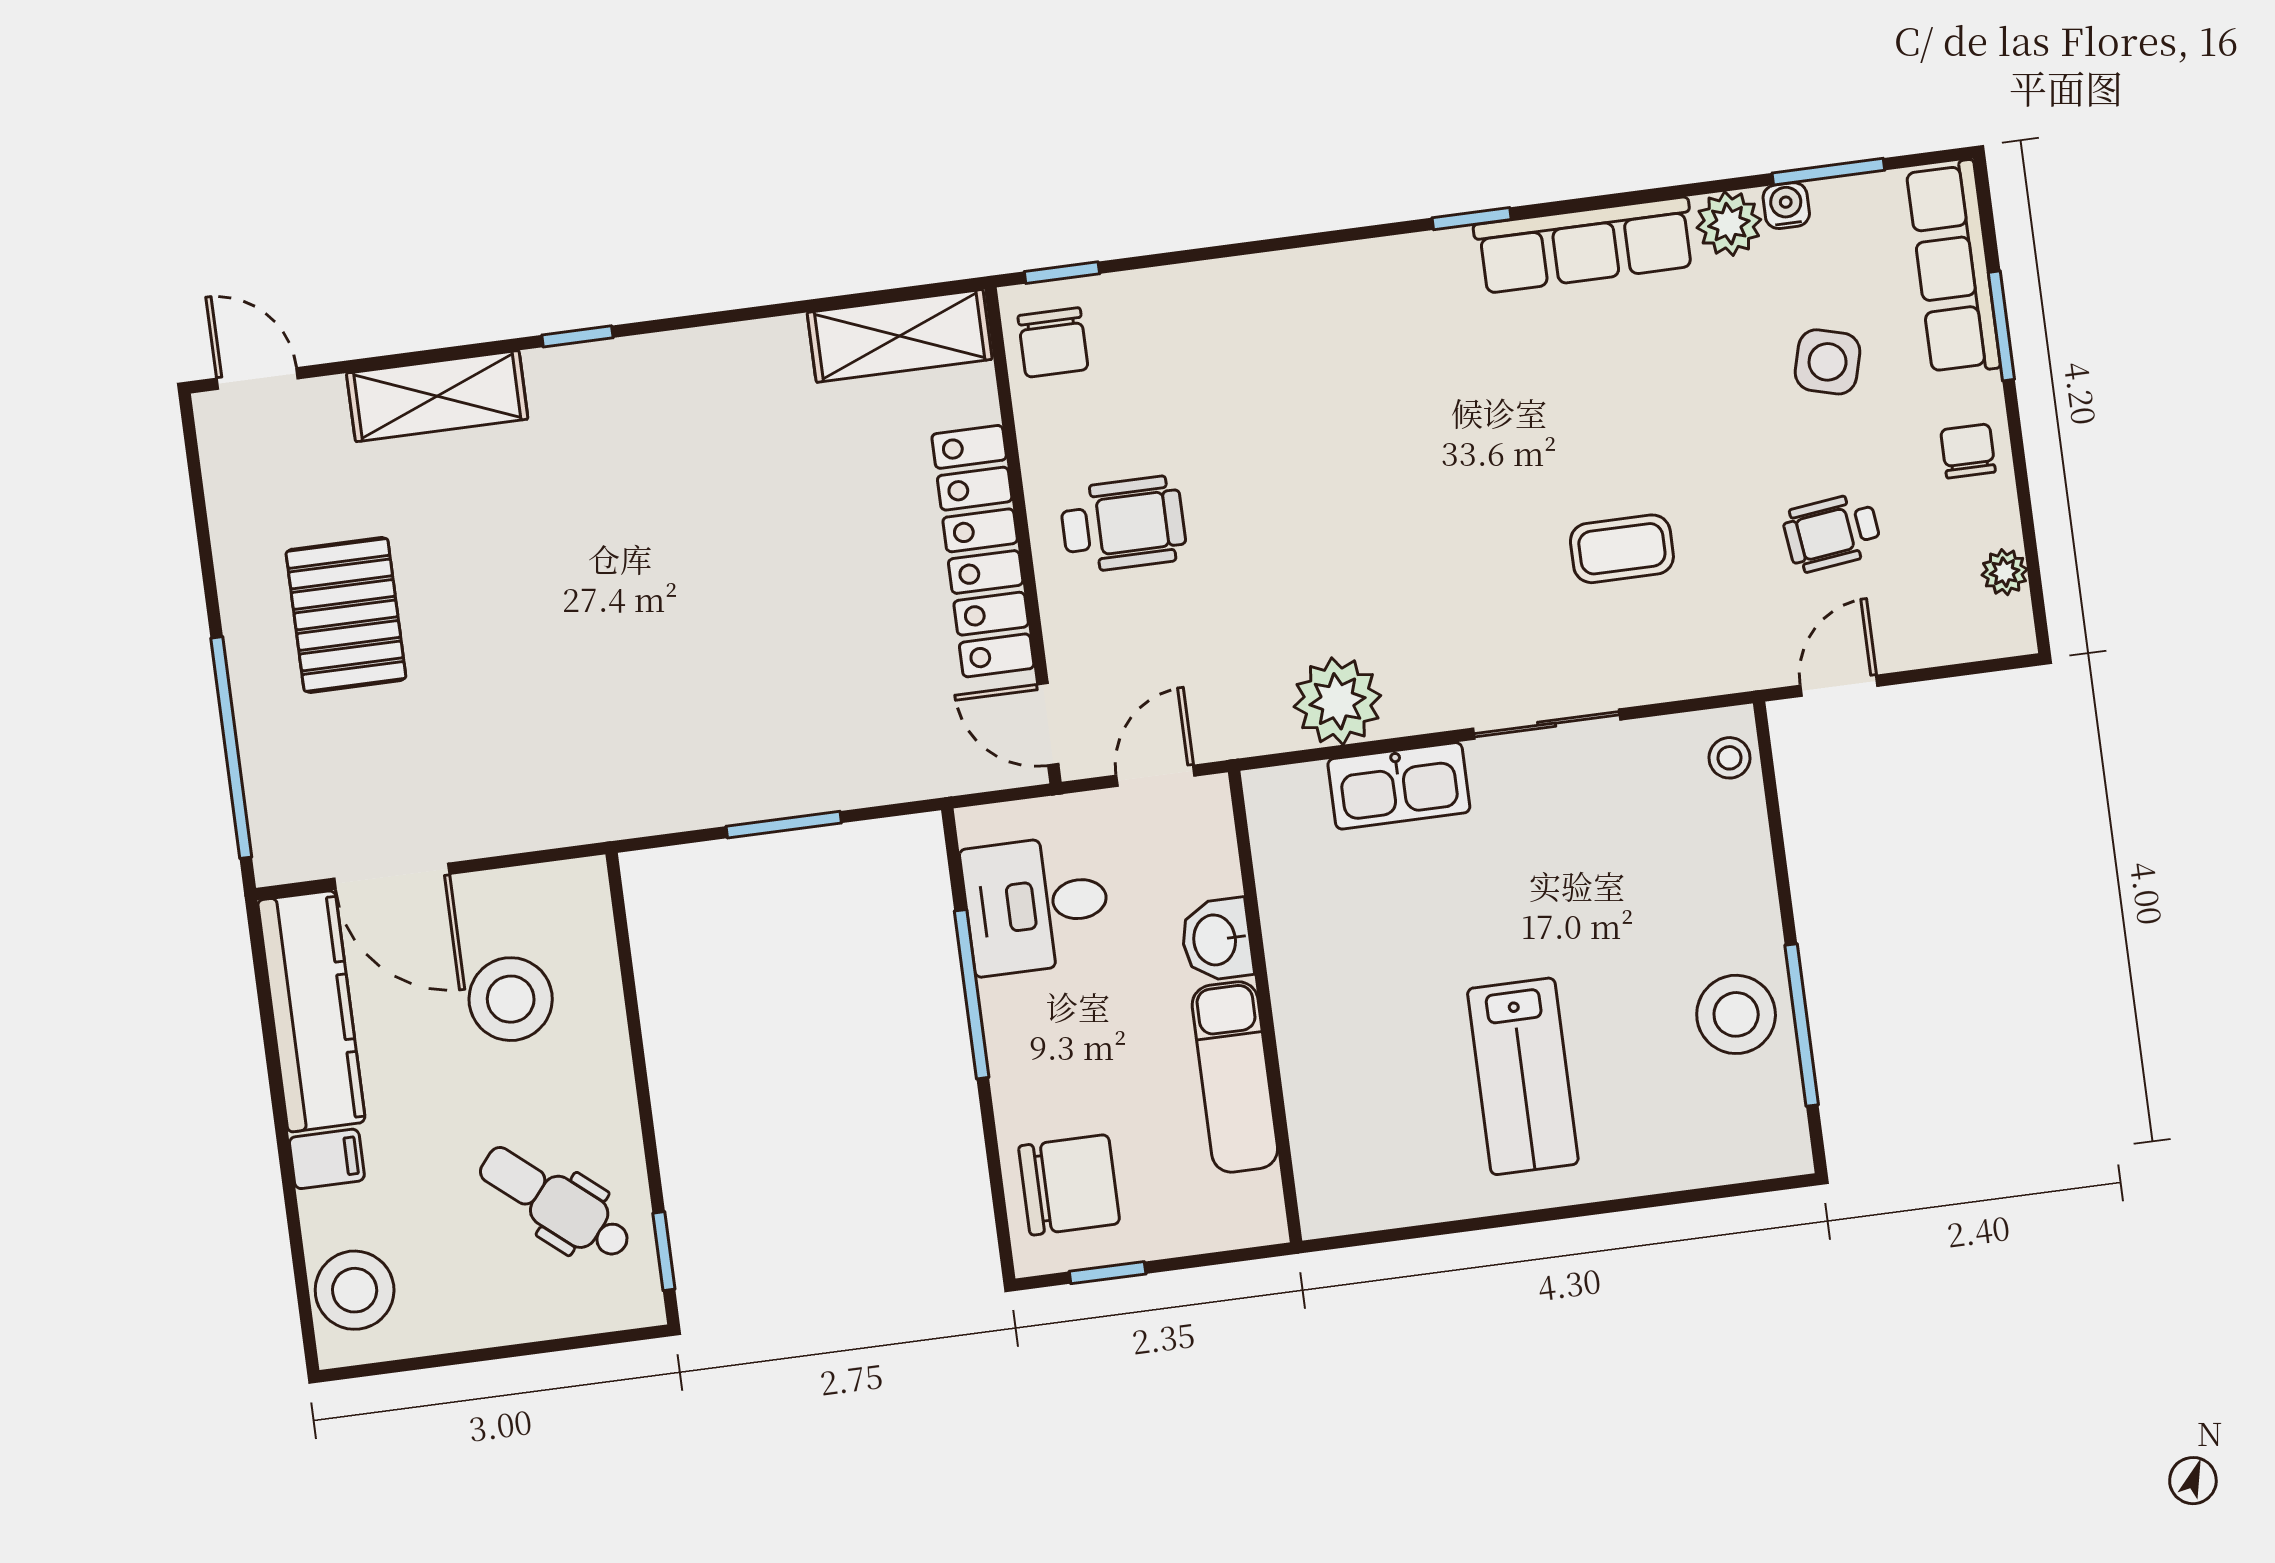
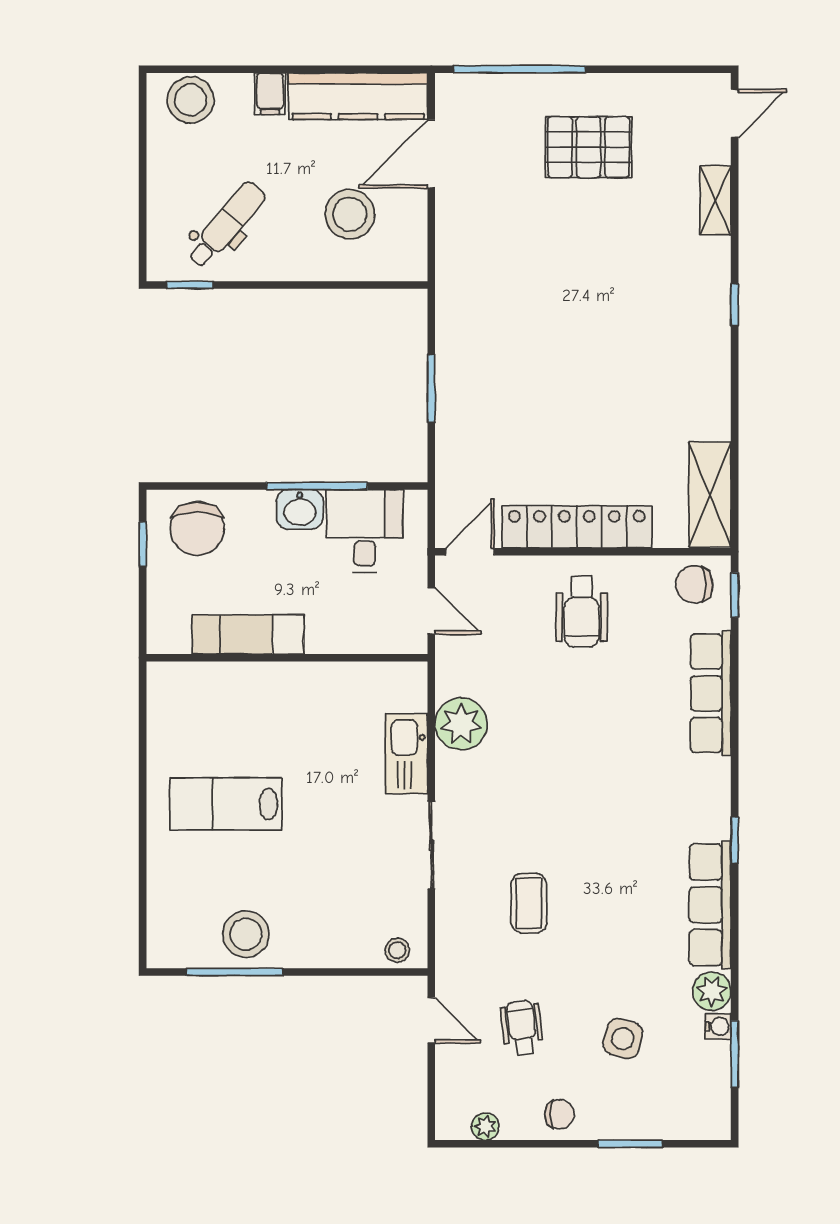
row of seats: (1953, 268) -> (711, 693), moved, turned -90
shelving: (437, 396) -> (715, 201), width x0.67, depth x0.75
washbasin: (1217, 940) -> (300, 509), moved, turned 180

